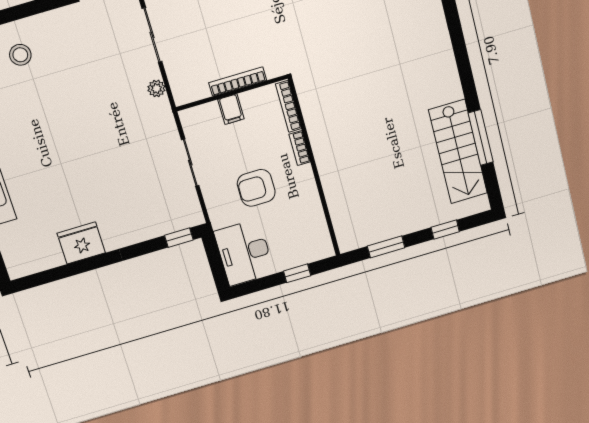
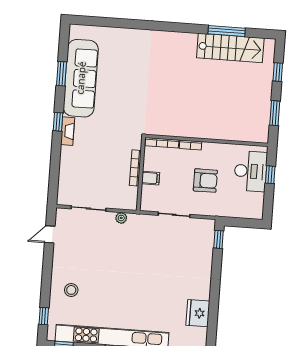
armchair: (256, 188) -> (205, 181), turned -90
fridge: (81, 243) -> (198, 313), moved
desk: (244, 253) -> (251, 171), moved, turned -90

